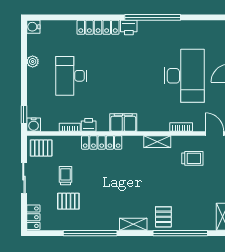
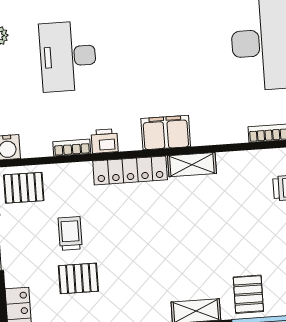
shelving: (157, 142) -> (192, 165), moved

